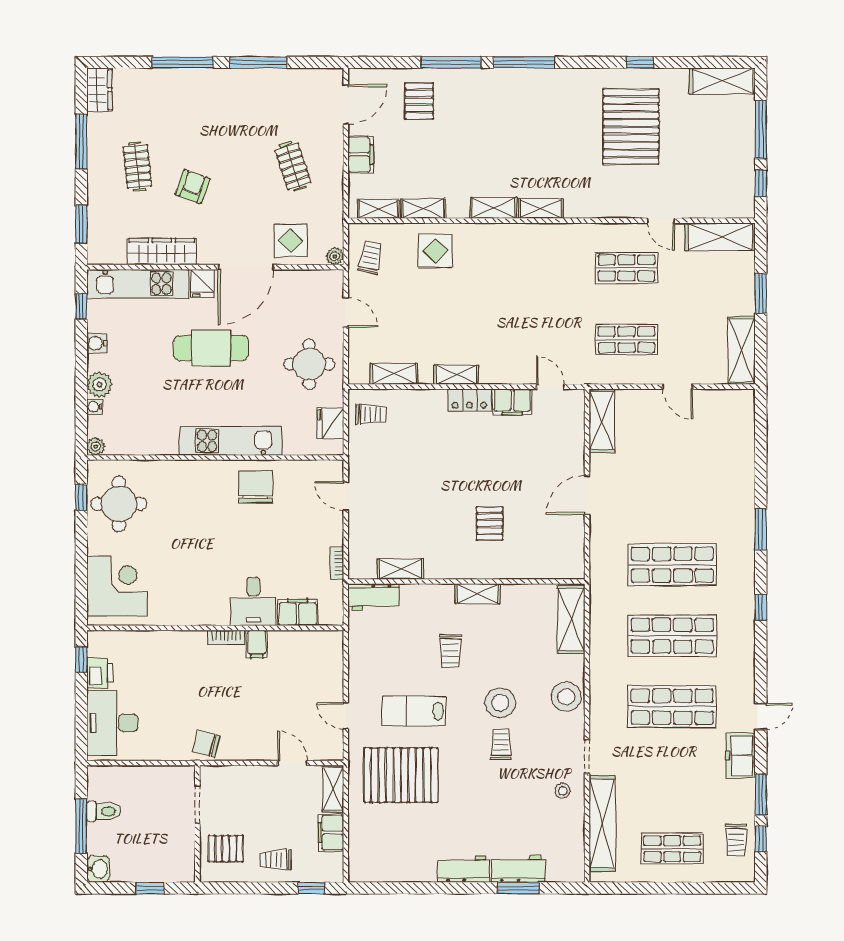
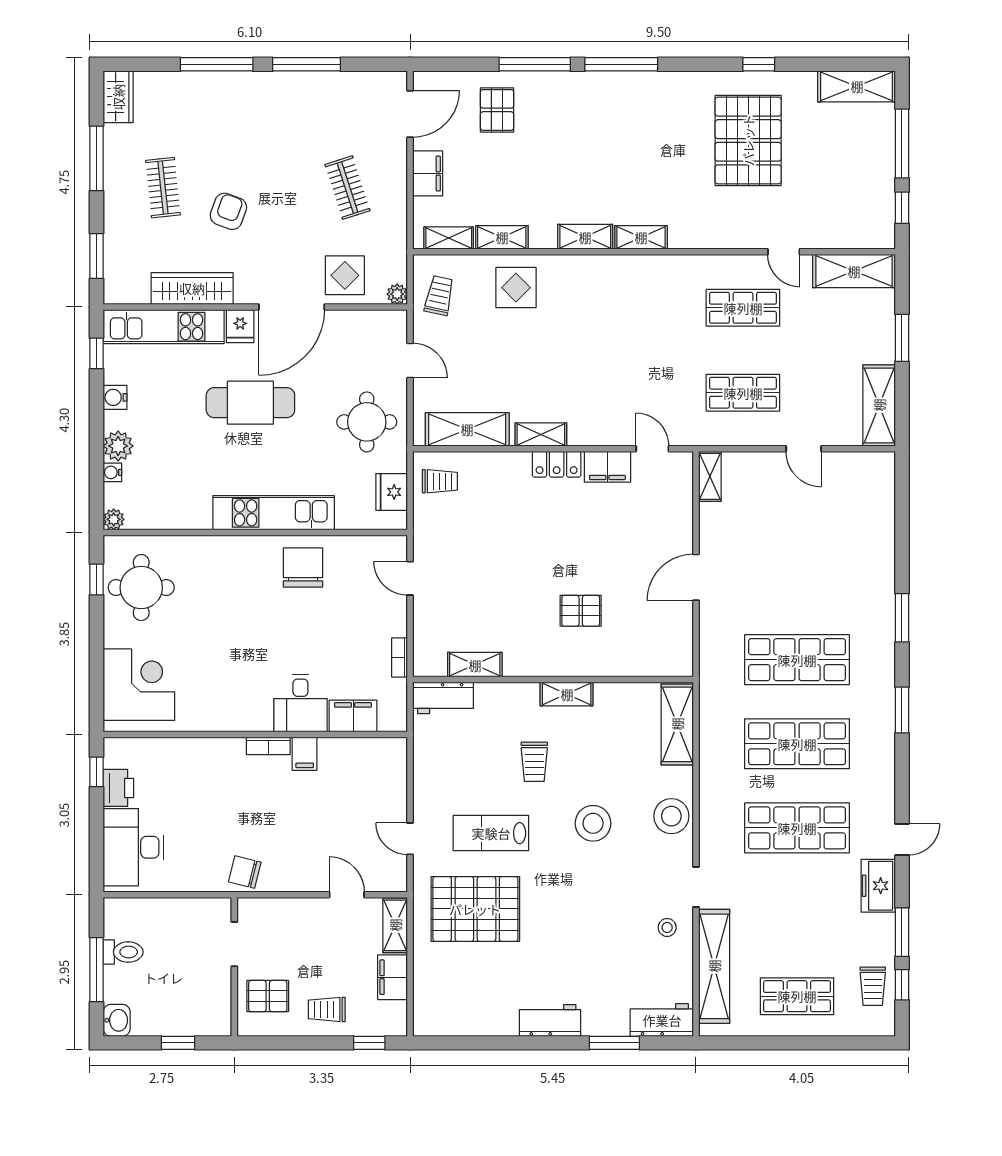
shelving: (394, 374) -> (467, 429), width x1.50, depth x1.33
shelving: (602, 421) -> (710, 476), width x0.67, depth x0.75
pallet: (490, 523) -> (581, 611), turned 90
window: (761, 607) -> (902, 710), width x1.50
trolley: (501, 744) -> (594, 873), removed
workbench: (518, 869) -> (662, 1020), moved

